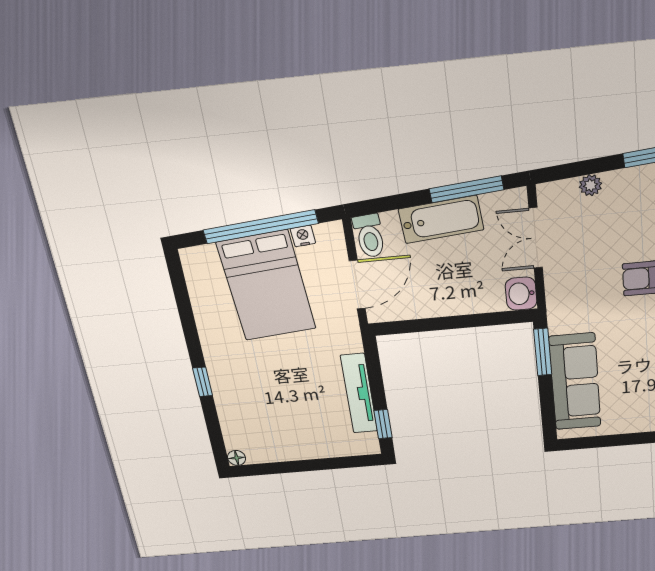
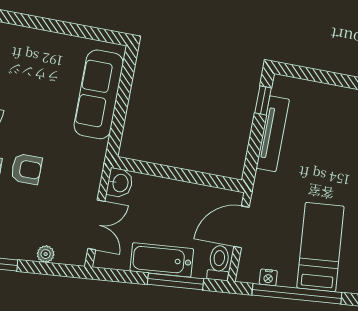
window: (466, 189) -> (176, 282), moved
bed: (267, 286) -> (320, 247), width x0.67
window: (543, 352) -> (117, 128), removed

